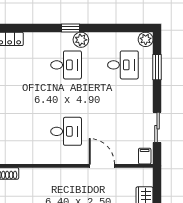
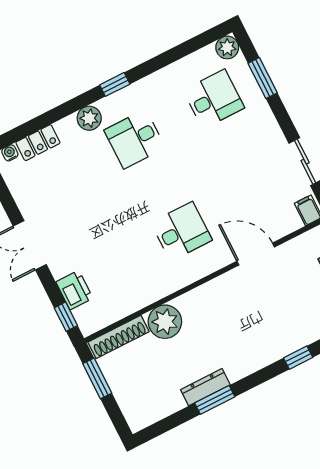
plant: (81, 40) -> (89, 118), moved
desk: (66, 65) -> (135, 139), turned 180
plant: (30, 178) -> (165, 322), added

